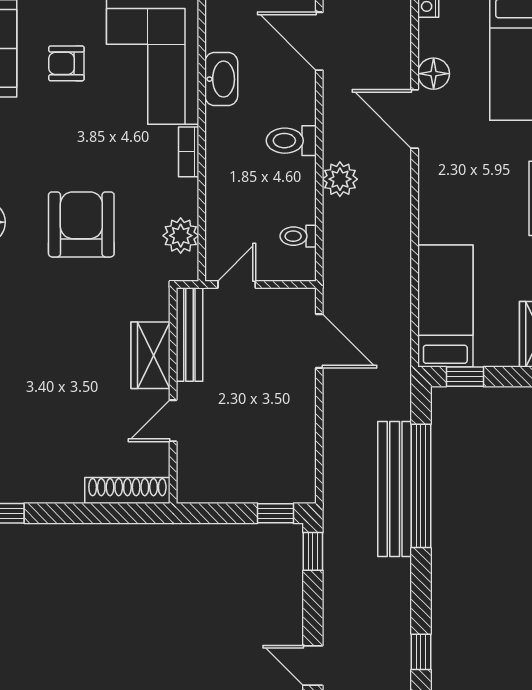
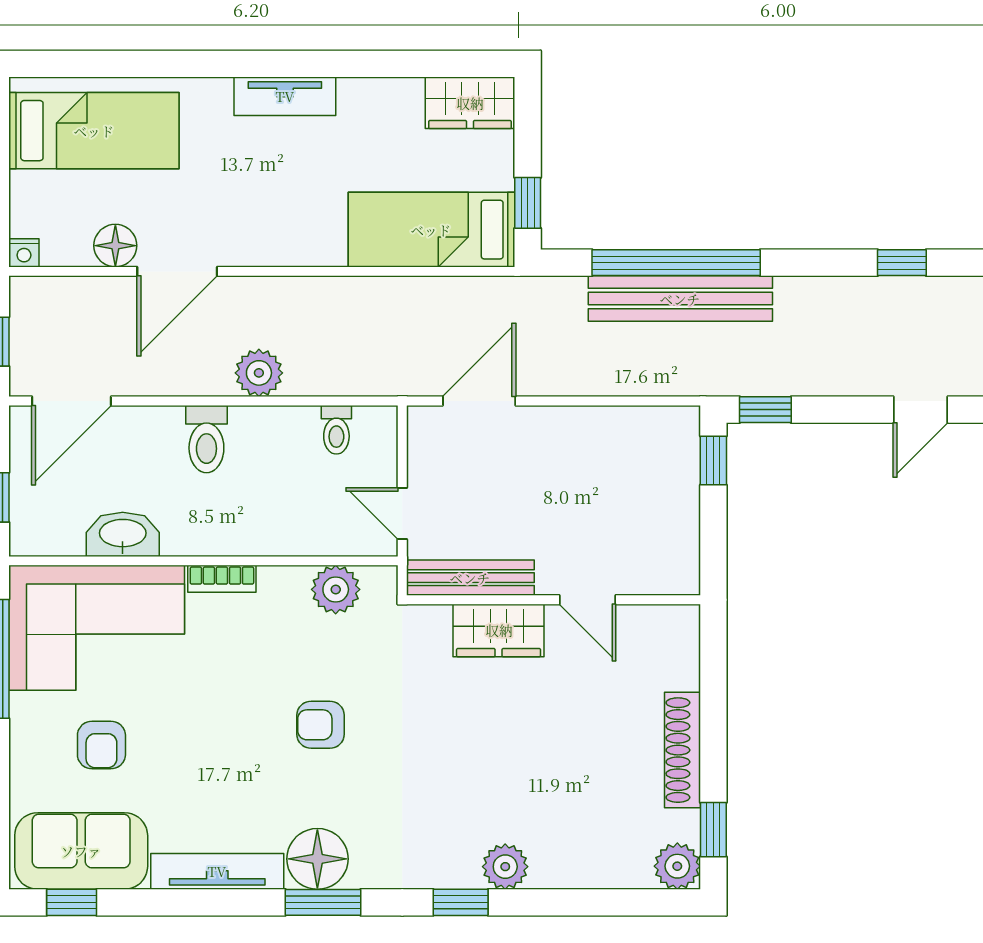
armchair: (81, 224) -> (321, 725), width x0.53, depth x0.53
shoe rack: (127, 491) -> (683, 750), moved

